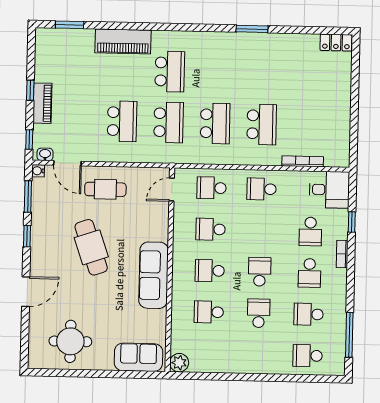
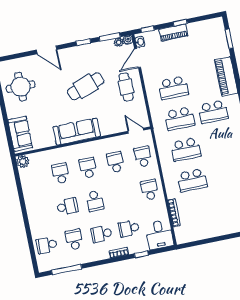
plant: (38, 185) -> (119, 42), added
school desk: (260, 272) -> (95, 201), turned 90
school desk: (308, 356) -> (47, 245), turned -90

